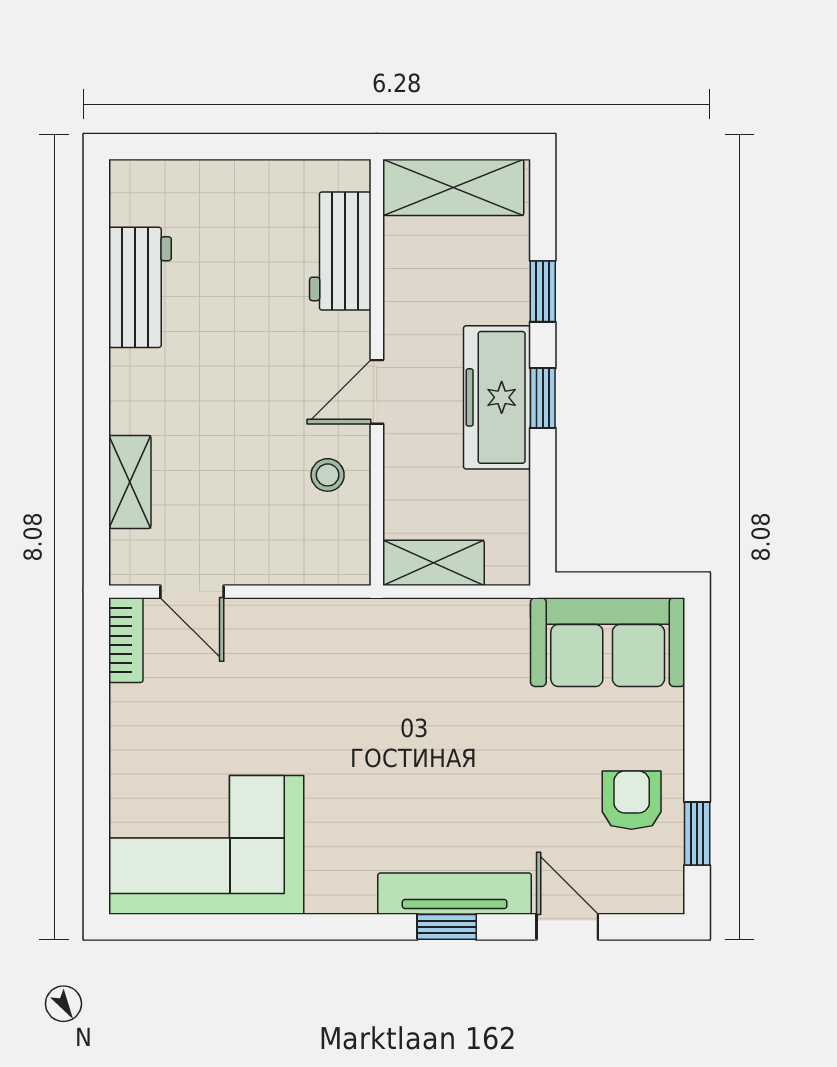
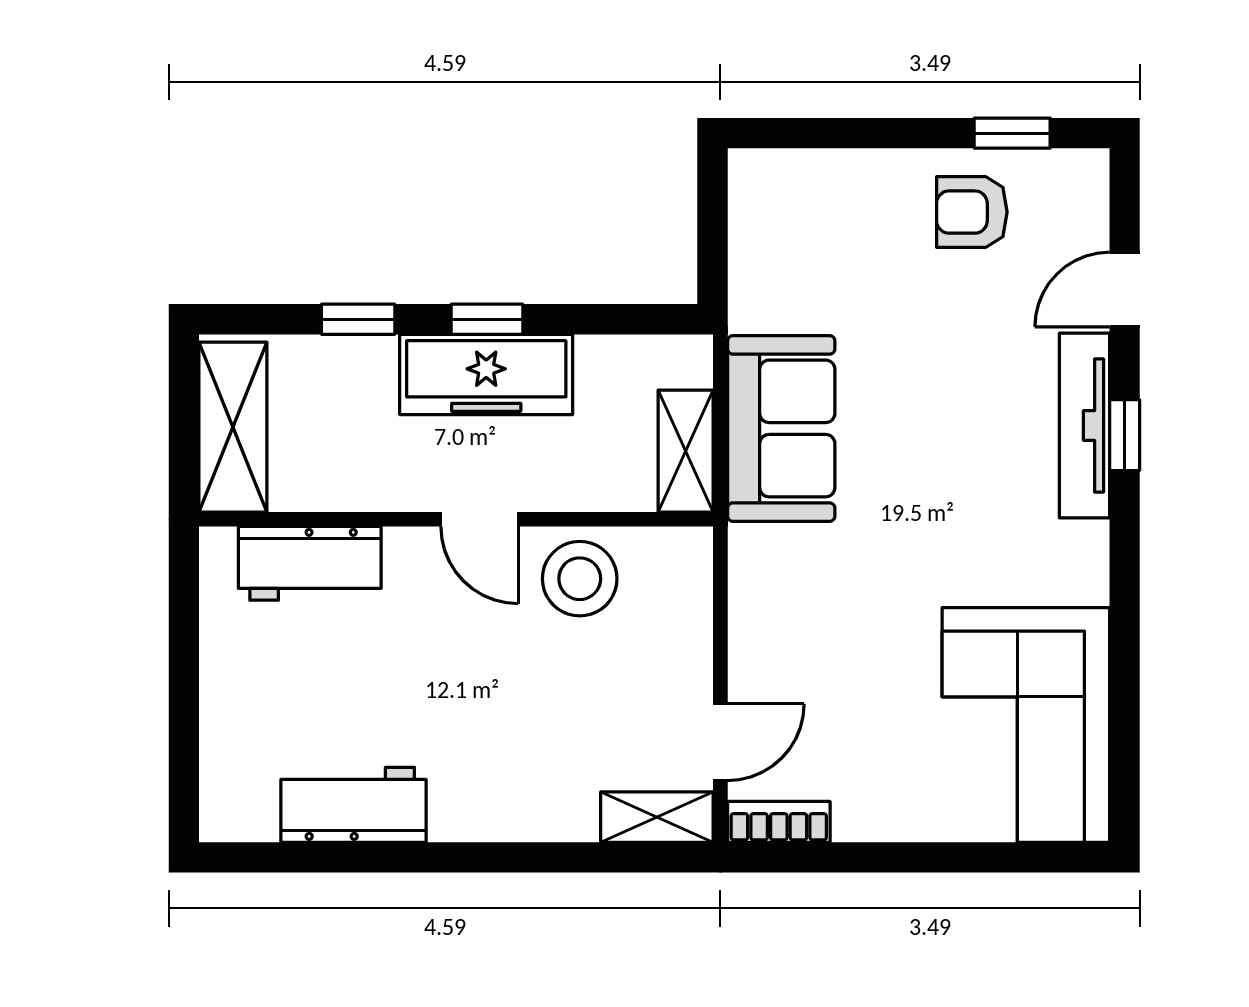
stool: (328, 475) -> (580, 579), width x1.89, depth x1.89
shelving: (130, 482) -> (657, 817), moved
sofa: (608, 642) -> (781, 428), moved

